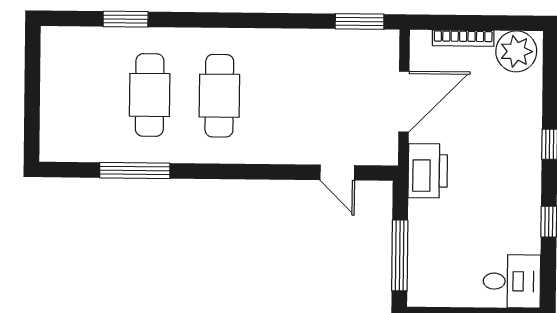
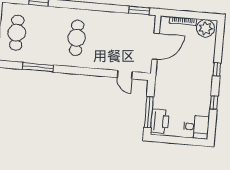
cafe table: (150, 95) -> (17, 33), moved
printer: (428, 171) -> (160, 121), moved

